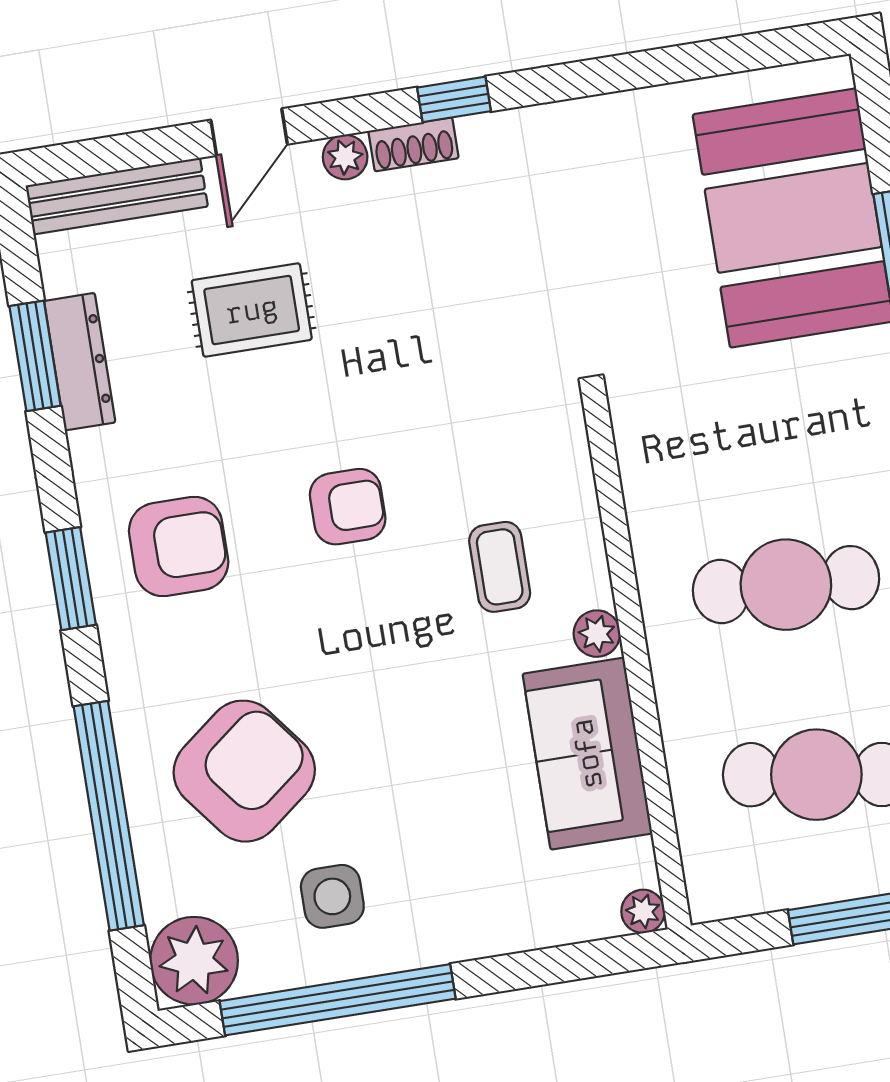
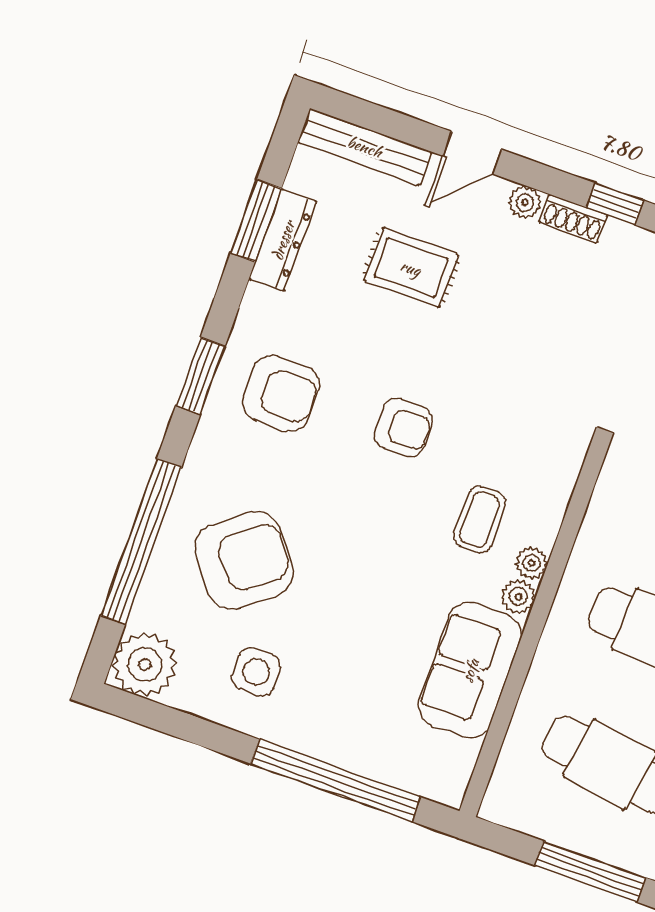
plant: (643, 911) -> (532, 563), moved
window: (338, 1000) -> (336, 780), moved

